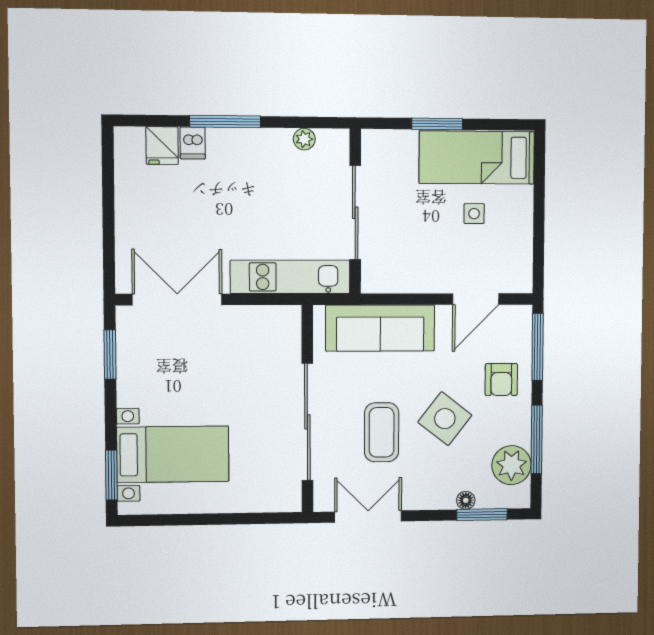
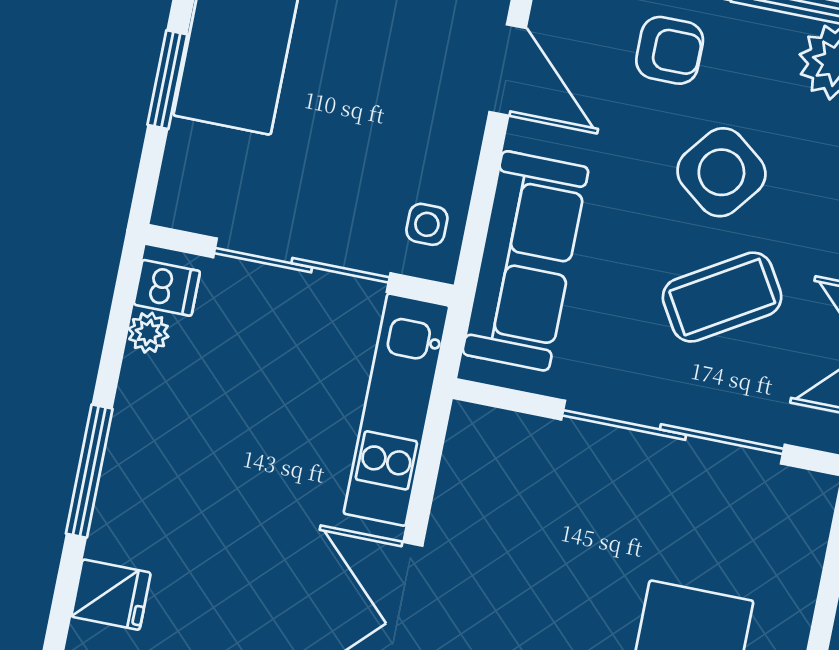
dishwasher: (193, 143) -> (167, 288), moved
side table: (474, 214) -> (427, 224), moved
coffee table: (382, 432) -> (722, 297), turned -31

